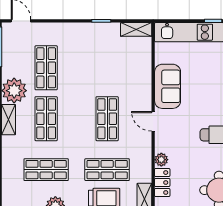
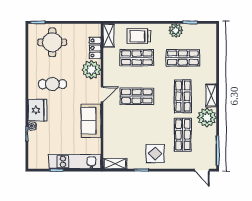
display table: (83, 43) -> (155, 154), added
shop shelf: (107, 119) -> (137, 96), turned 90
door: (153, 121) -> (102, 94), hinge flipped
plant: (161, 160) -> (91, 70), width x1.87, depth x1.87

